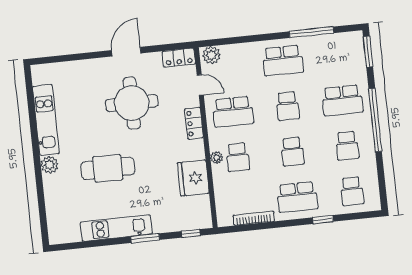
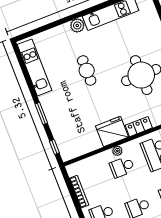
cafe table: (108, 168) -> (87, 70), width x0.73, depth x0.74
fridge: (193, 178) -> (112, 131), moved
kitchen unit: (116, 228) -> (35, 67), moved

